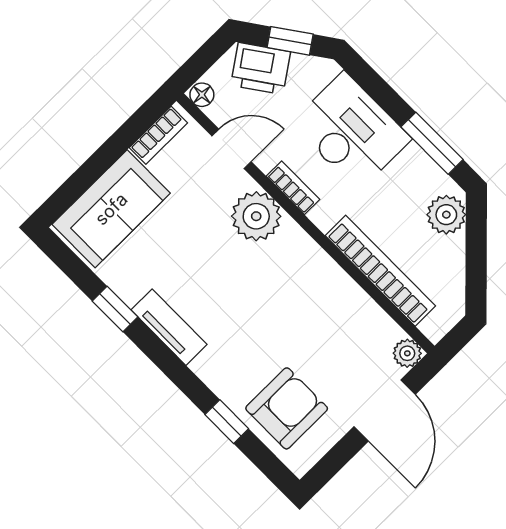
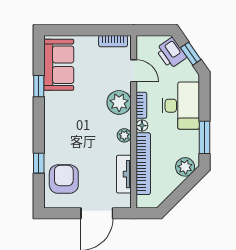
floor lamp: (202, 95) -> (142, 126), moved
sofa: (111, 209) -> (59, 65), moved, turned -90
tv unit: (169, 327) -> (124, 174), moved, turned 180
plant: (407, 353) -> (124, 135), moved
armchair: (287, 408) -> (64, 179), turned -90

